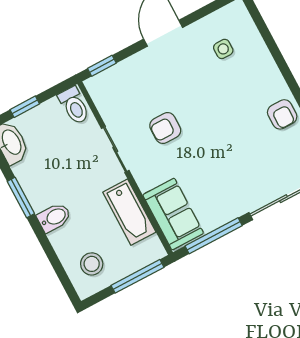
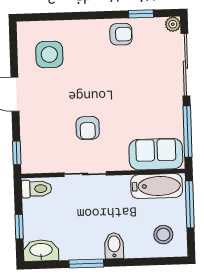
side table: (223, 49) -> (49, 54), width x1.87, depth x1.87
bathtub: (129, 212) -> (157, 186), moved

